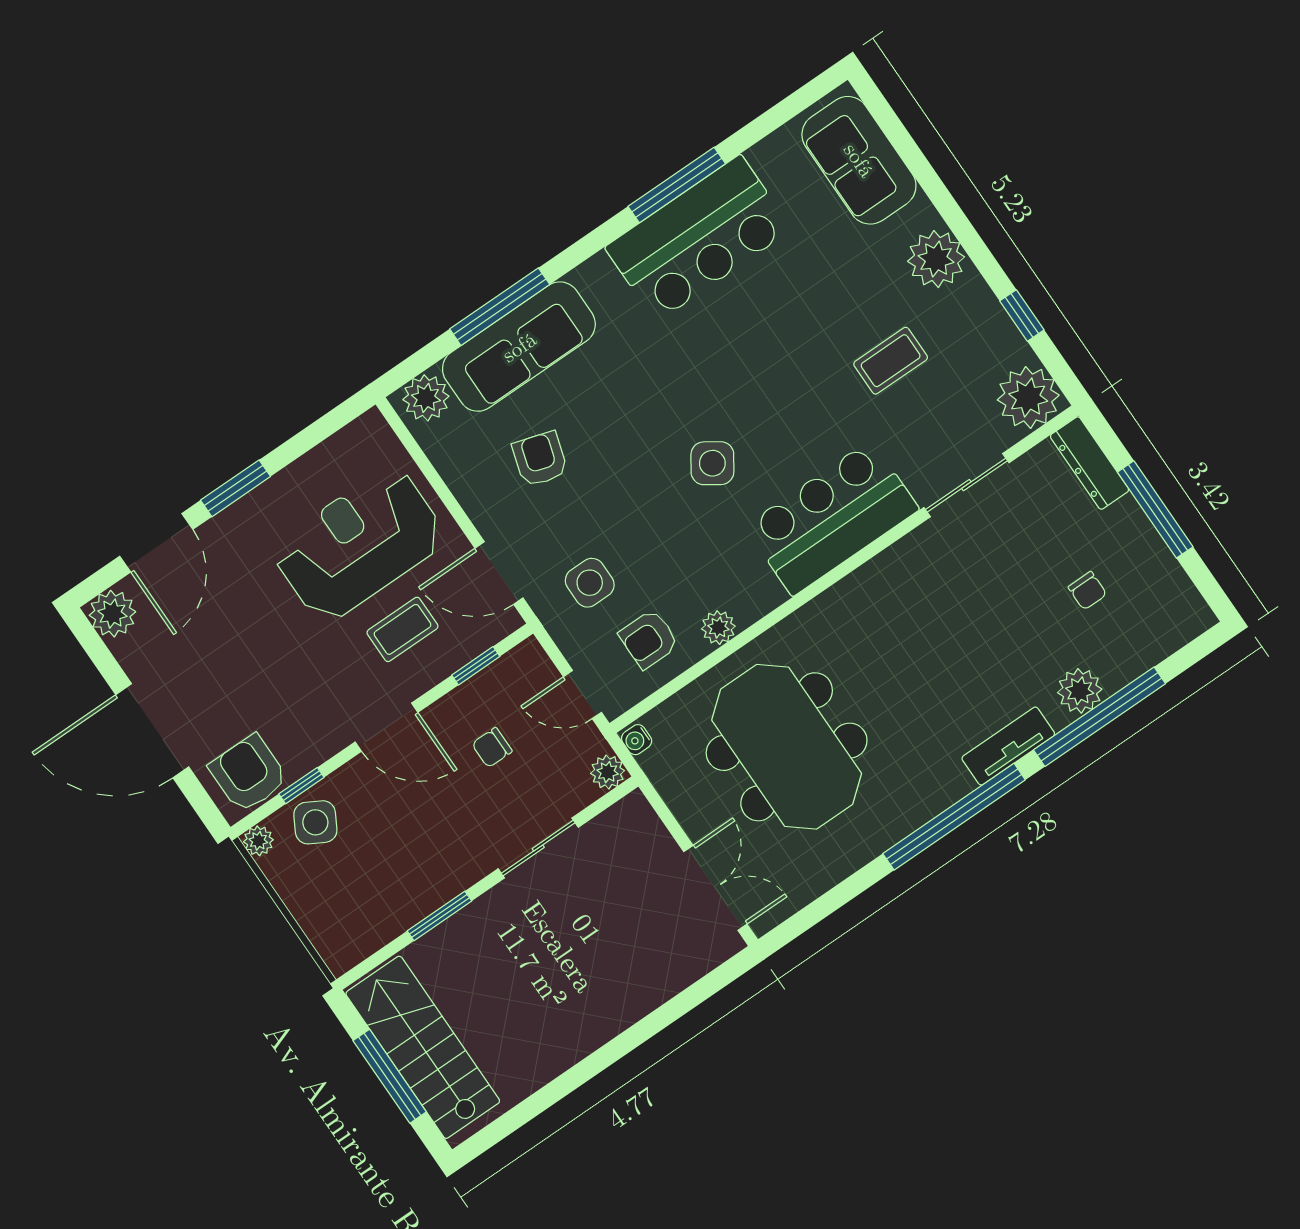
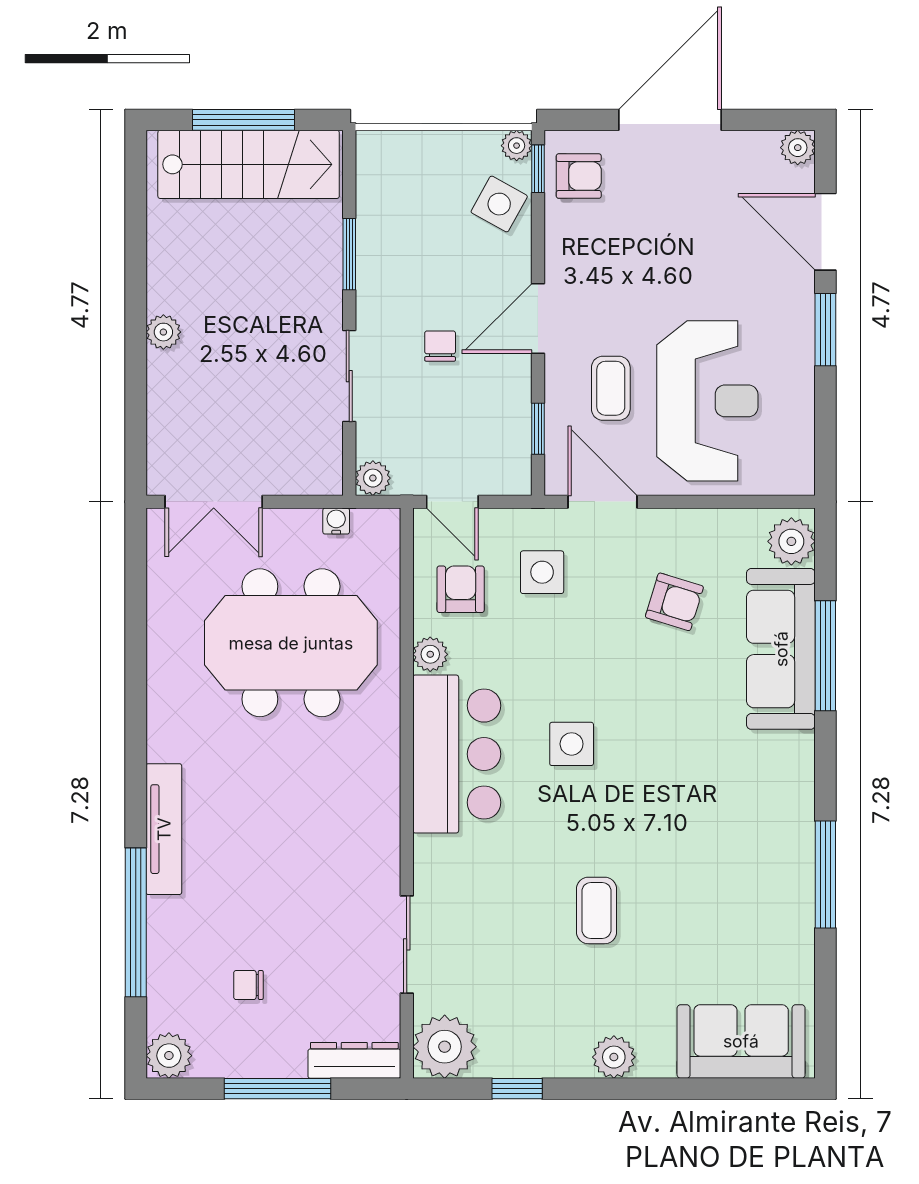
bar counter: (698, 238) -> (768, 862), removed
plant: (936, 259) -> (614, 1057), width x0.73, depth x0.73
coffee table: (891, 361) -> (597, 910), moved
side table: (712, 463) -> (572, 744), turned -34
bar counter: (832, 518) -> (457, 754), moved
door: (499, 573) -> (602, 502), hinge flipped
plant: (112, 614) -> (798, 148), width x0.73, depth x0.73
plant: (1080, 691) -> (169, 1056), moved
door: (582, 695) -> (452, 502), swing flipped
water cooler: (637, 740) -> (336, 521), moved
tv unit: (1008, 746) -> (164, 829), width x1.41
chair: (492, 748) -> (440, 346), moved
armchair: (248, 773) -> (579, 176), width x0.72, depth x0.72
window: (301, 786) -> (538, 169), moved
window: (954, 817) -> (136, 743), removed
plant: (606, 1023) -> (163, 332), added

